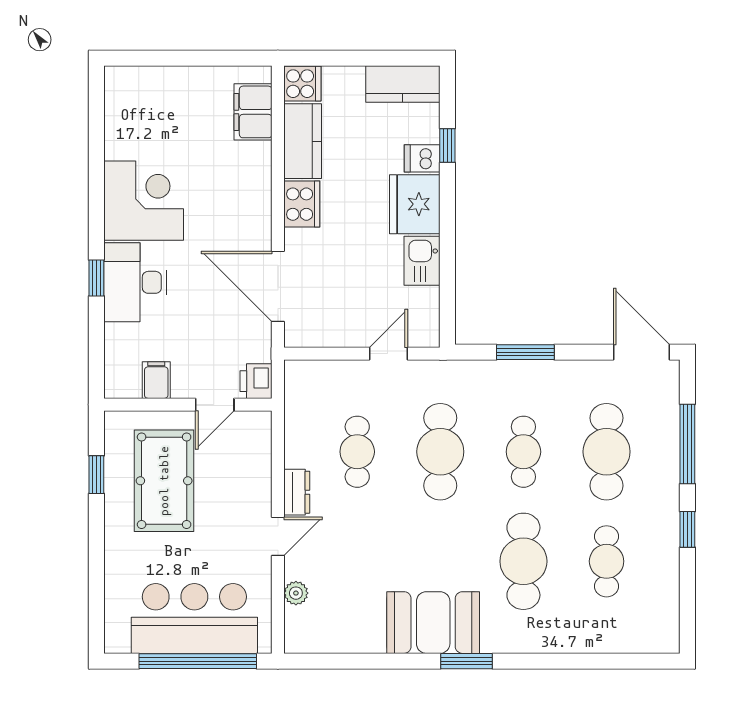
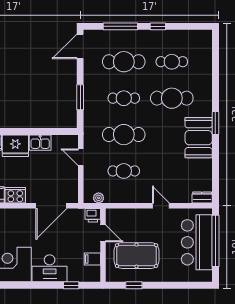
window: (96, 278) -> (71, 285), moved
dresser: (297, 492) -> (202, 197), moved
plant: (296, 593) -> (99, 198), moved

